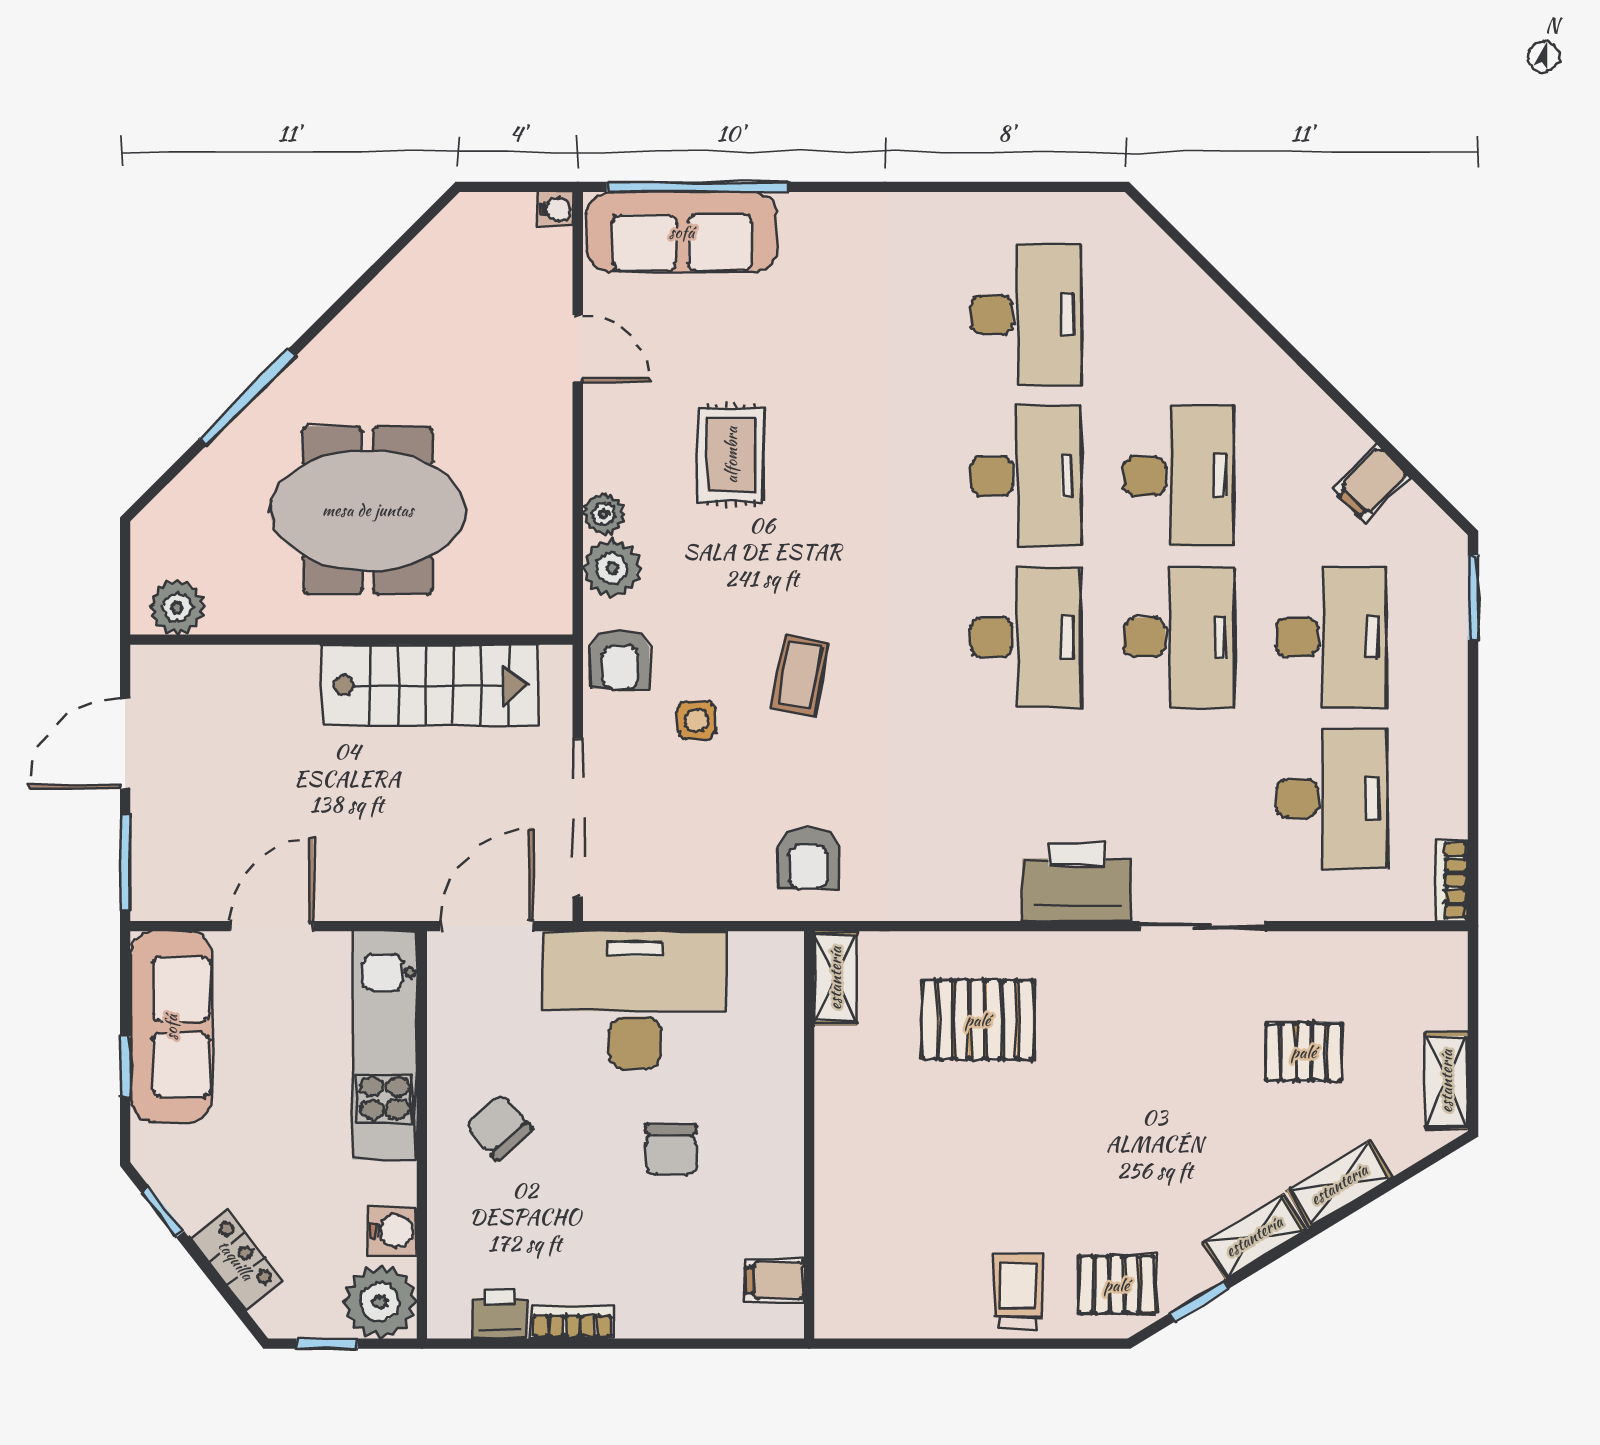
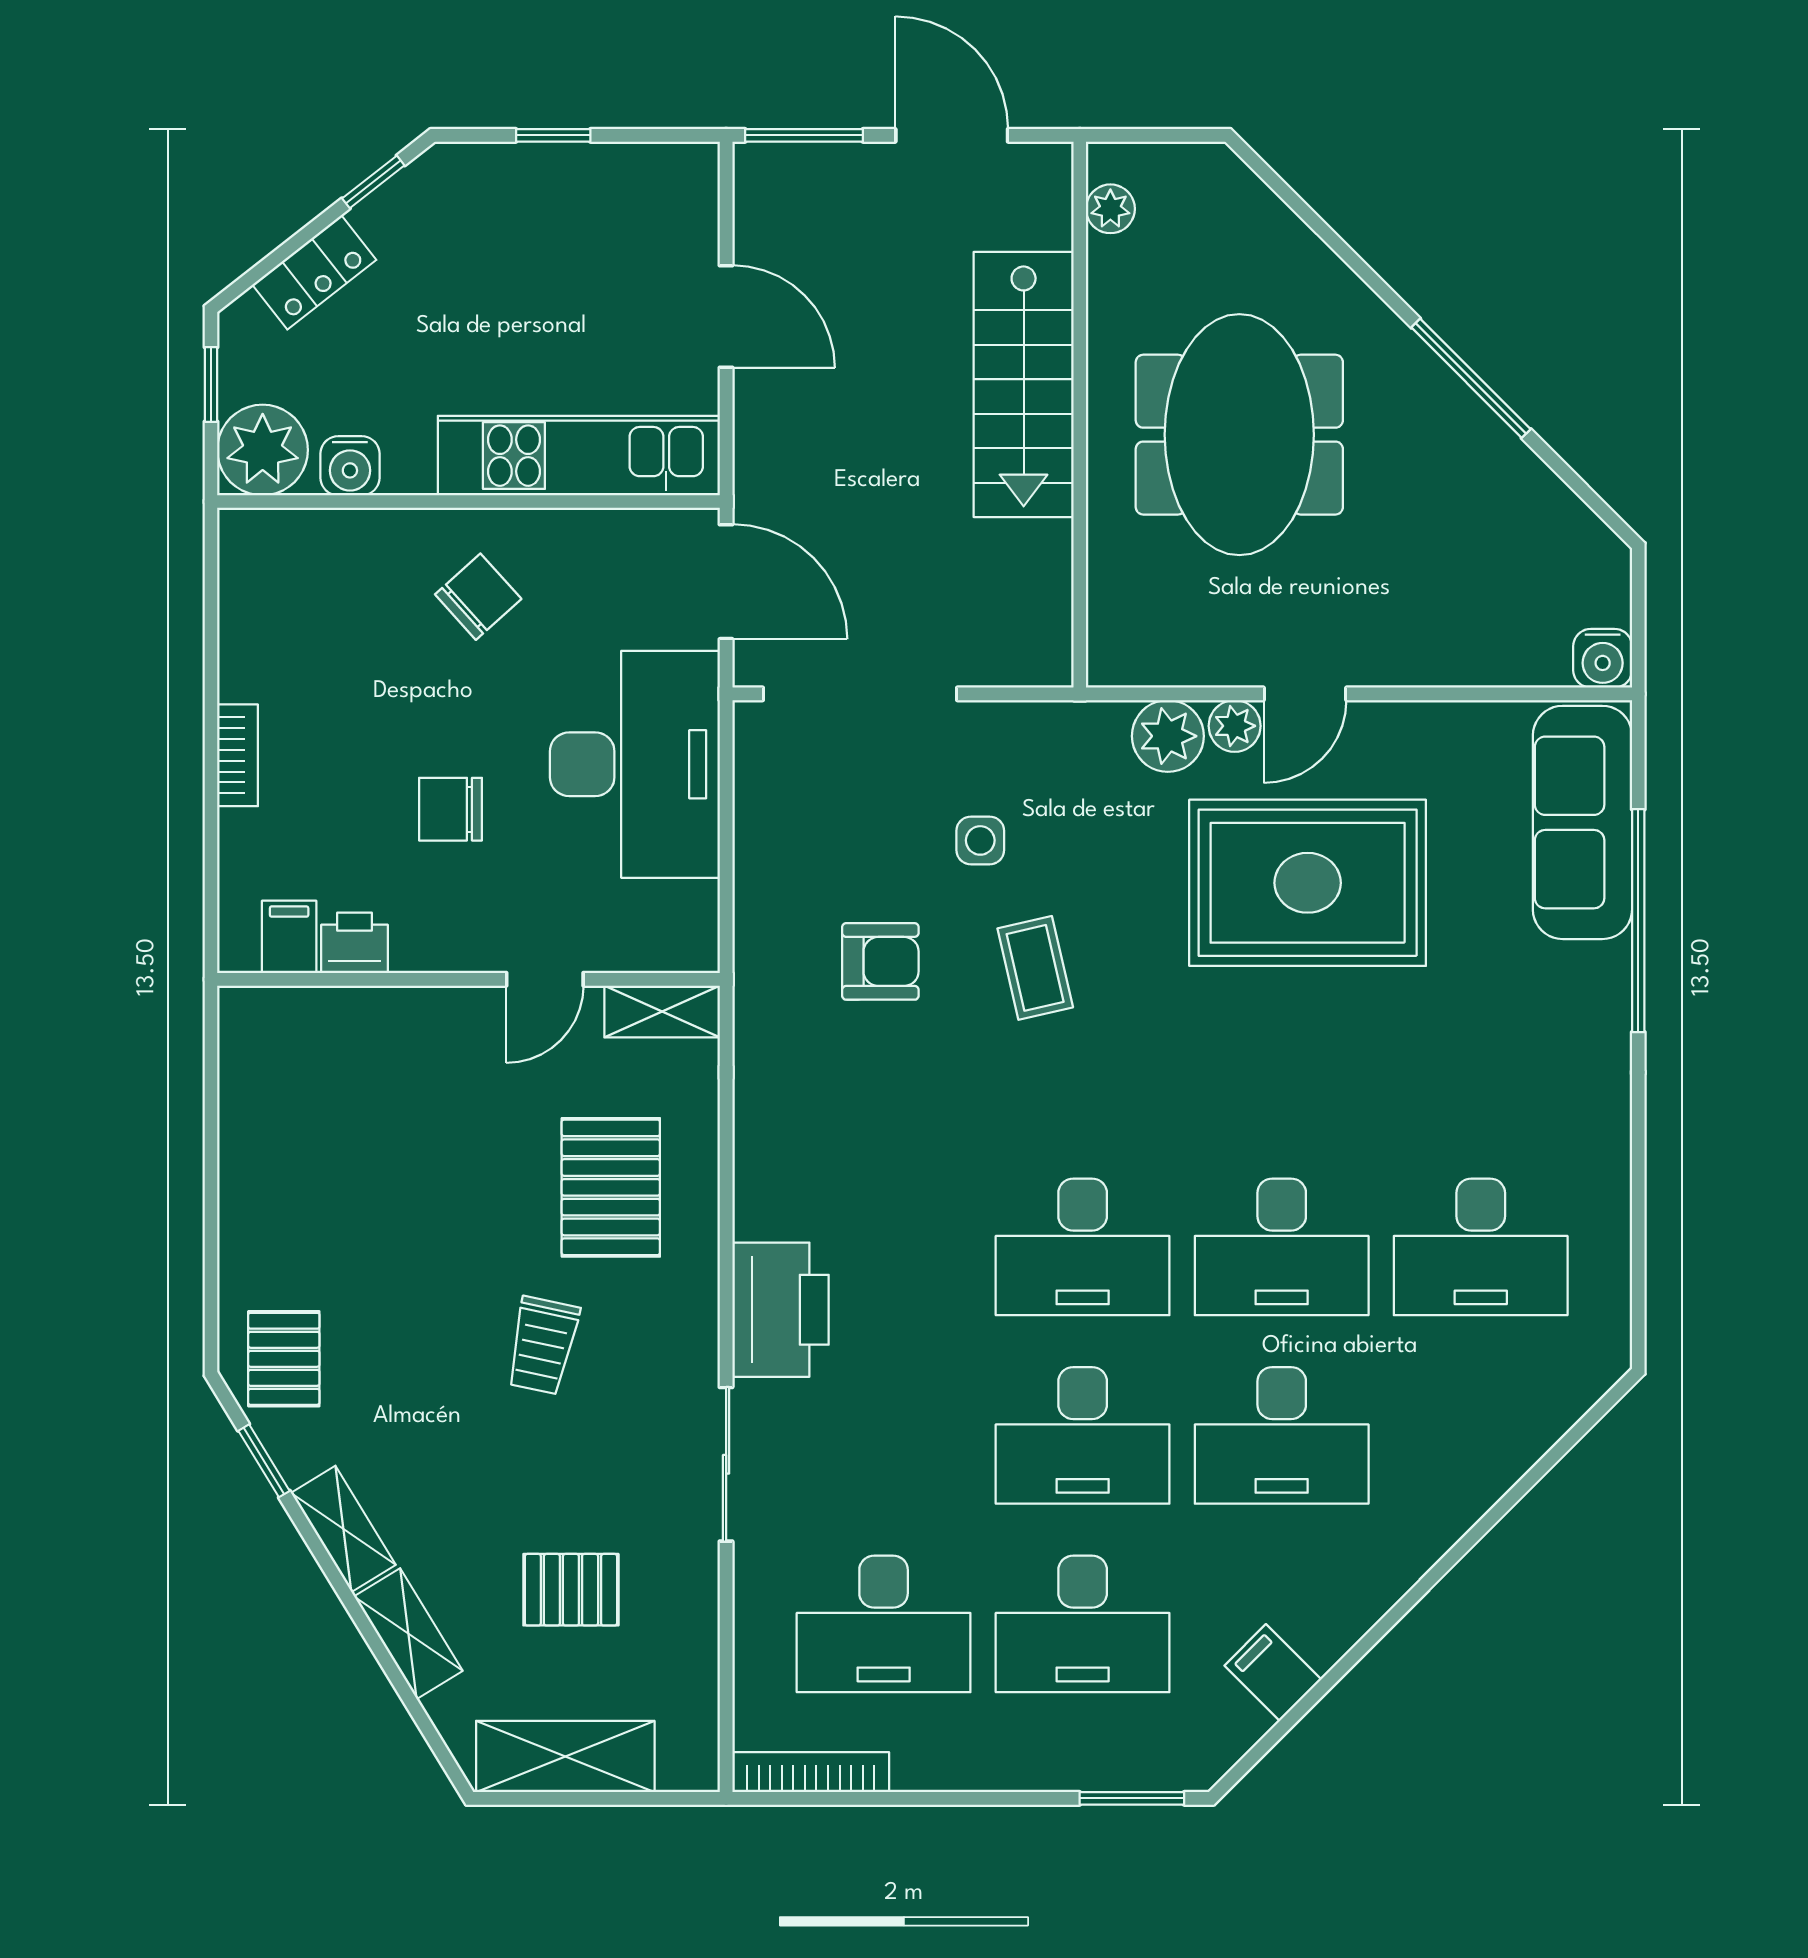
window: (697, 187) -> (1638, 921), moved
water cooler: (555, 209) -> (1603, 658), width x1.38, depth x1.38
door: (578, 348) -> (1305, 694), moved
window: (248, 397) -> (1471, 378), moved
rug: (731, 455) -> (1308, 883), width x1.86, depth x2.06
plant: (177, 607) -> (1110, 209), width x0.73, depth x0.73
armchair: (620, 659) -> (1056, 746), removed
coffee table: (800, 676) -> (1035, 968), turned 66
stairs: (430, 685) -> (1024, 385), moved
armchair: (808, 859) -> (880, 961), moved, turned 180
bookcase: (1452, 881) -> (811, 1772), width x1.56
sofa: (171, 1027) -> (602, 192), removed
pallet: (1304, 1052) -> (571, 1590), turned 90
door: (809, 1073) -> (545, 979), added
shelving: (1446, 1081) -> (565, 1756), width x1.50, depth x1.33
trolley: (1018, 1291) -> (543, 1345), moved, turned 102
printer: (500, 1314) -> (355, 943), moved, turned -90
bookcase: (572, 1322) -> (238, 755), moved

